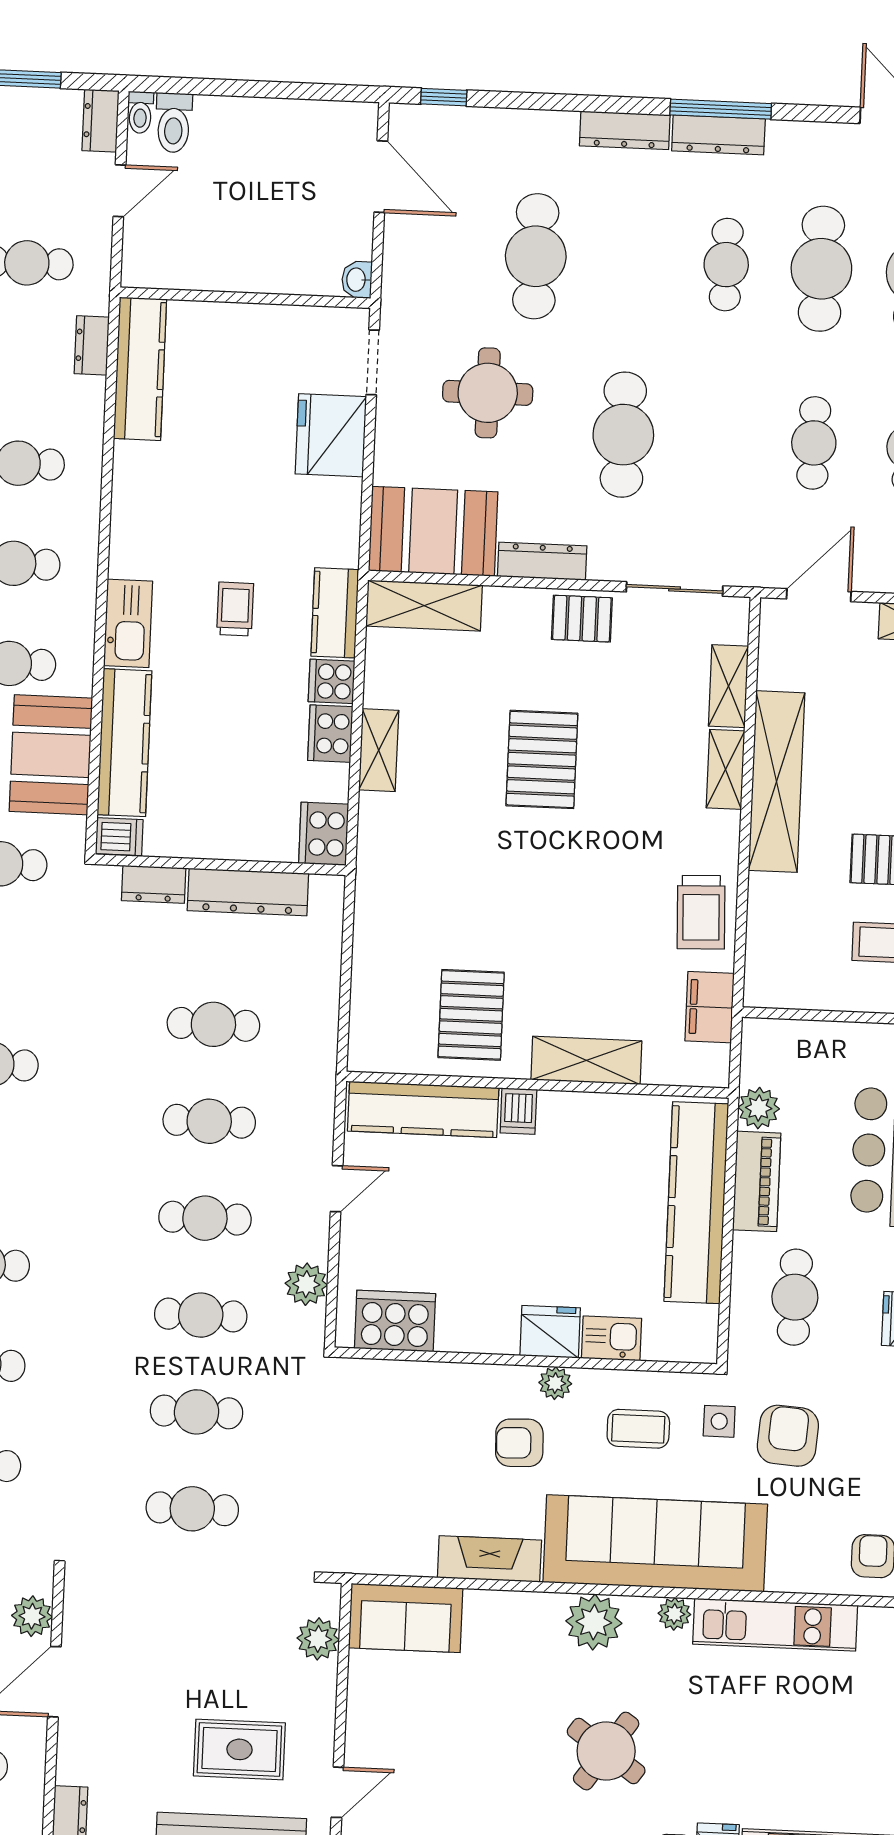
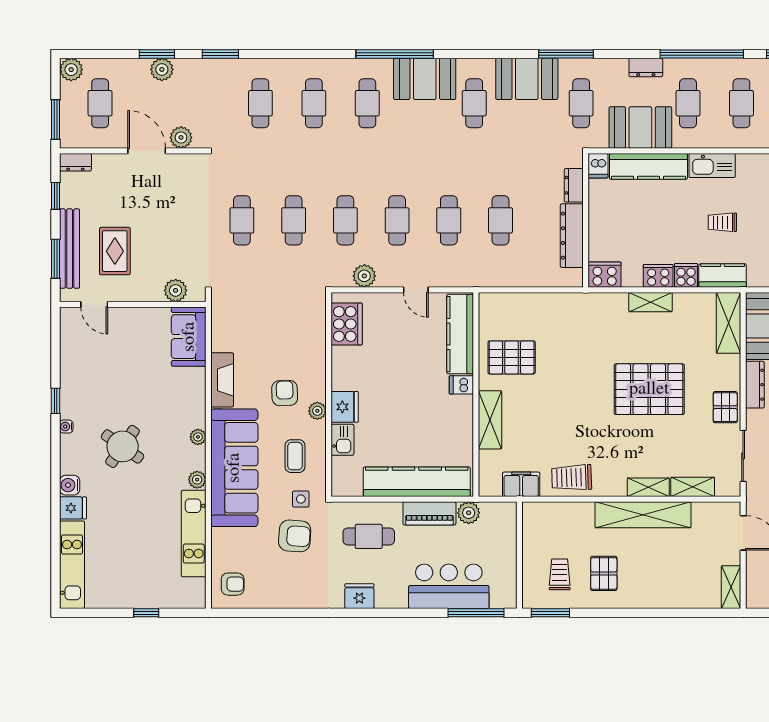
trolley: (235, 609) -> (722, 222), turned 180
pallet: (542, 759) -> (649, 389), width x1.37, depth x1.41
plant: (594, 1622) -> (198, 437), width x0.53, depth x0.53

